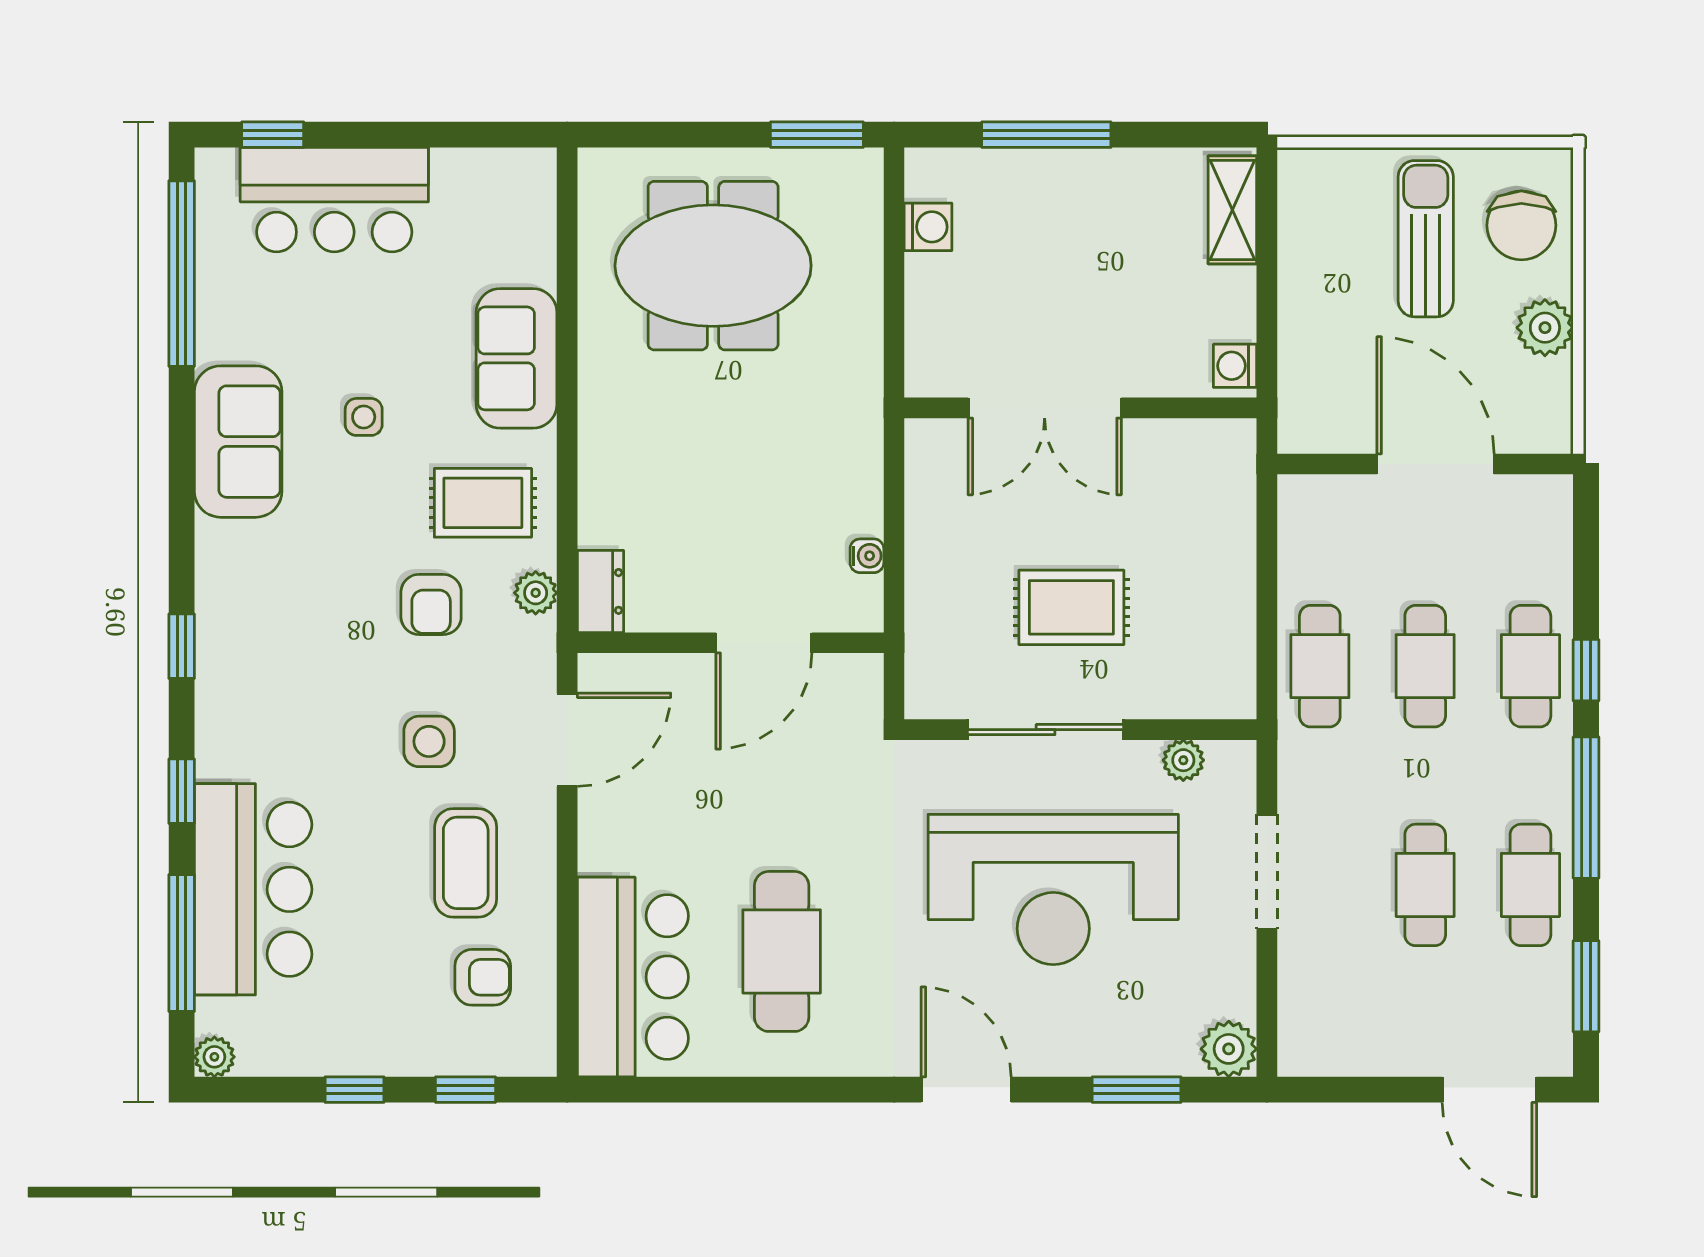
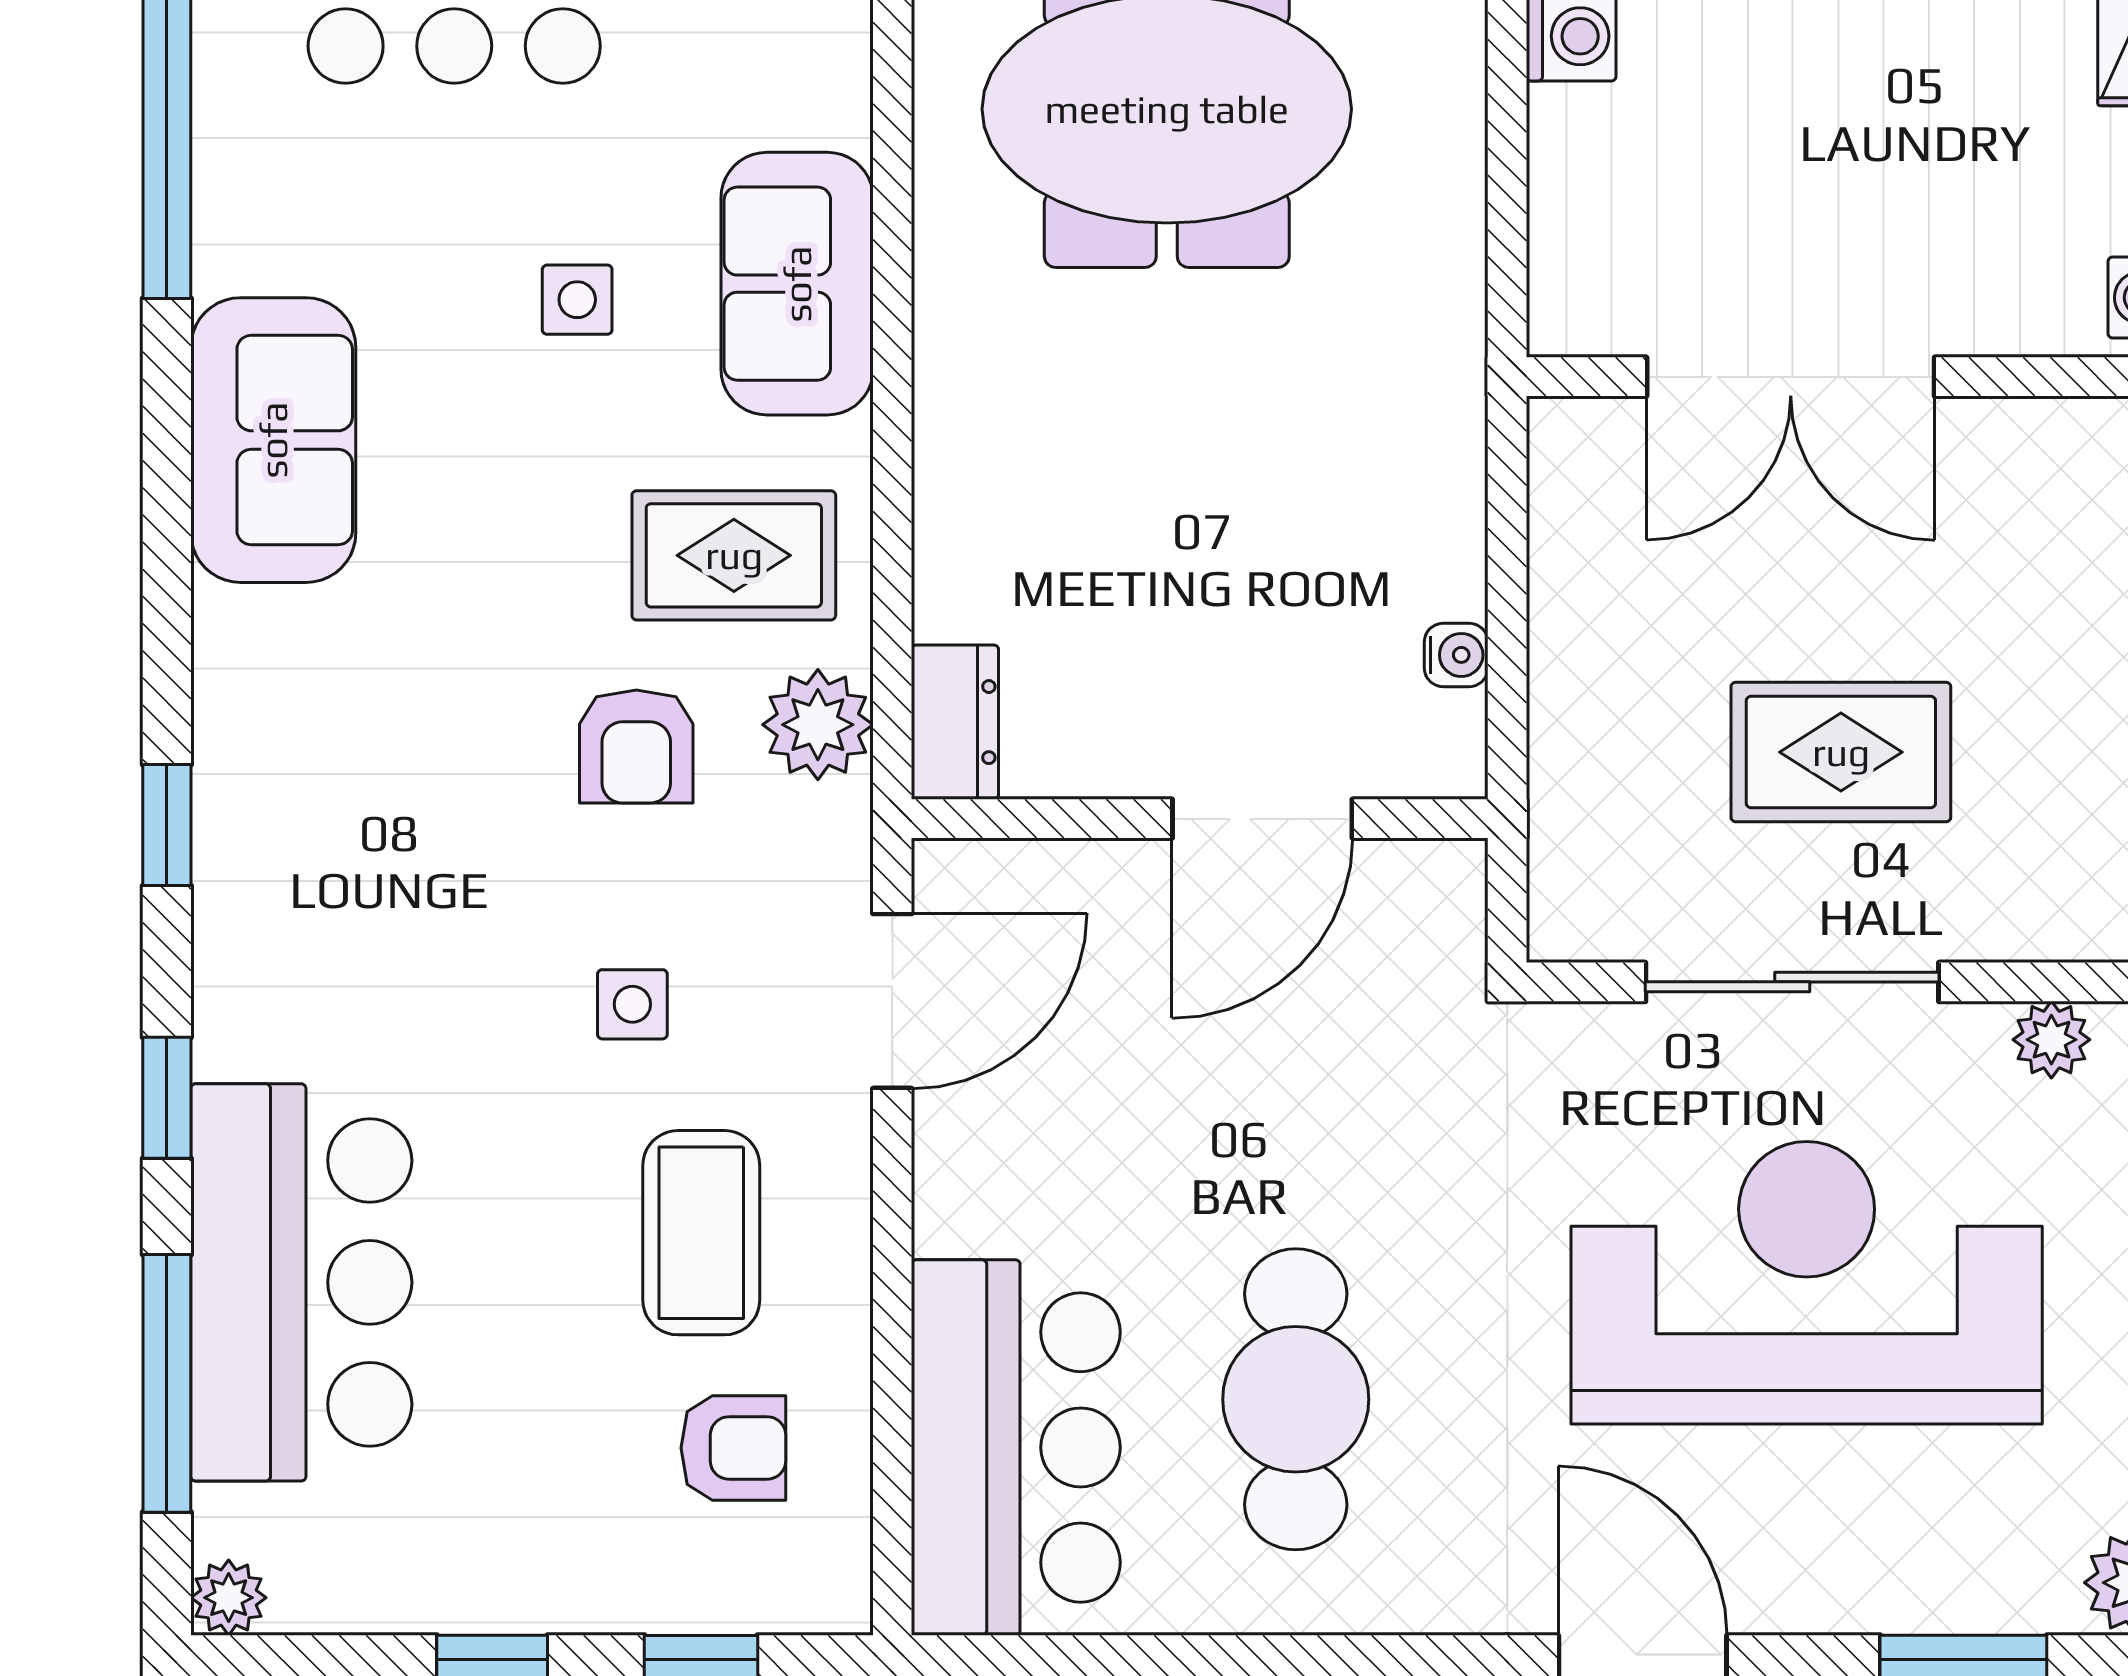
side table: (364, 417) -> (577, 300), moved
plant: (536, 593) -> (818, 725), width x1.38, depth x1.38
side table: (429, 741) -> (632, 1004), width x0.73, depth x0.73
reception desk: (1053, 889) -> (1807, 1283), turned 180

